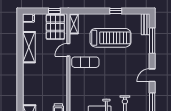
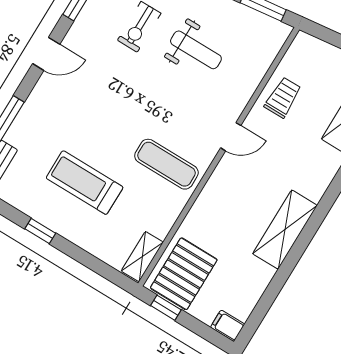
treadmill: (110, 38) -> (85, 183), width x0.73, depth x0.73
shelving: (29, 47) -> (285, 230), moved
door: (68, 50) -> (231, 137), moved

